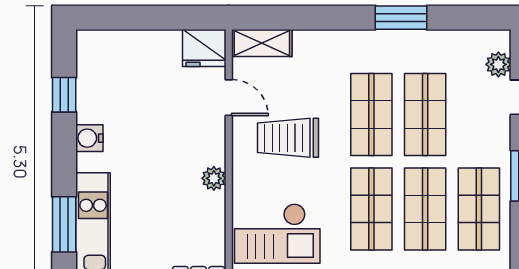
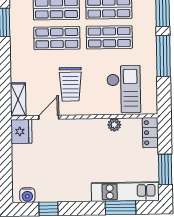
water cooler: (89, 138) -> (27, 195), moved
plant: (214, 178) -> (114, 125), moved

